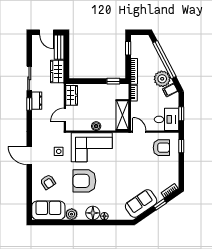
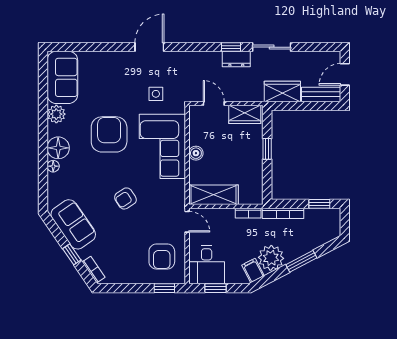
window: (164, 60) -> (301, 261), width x0.47
window: (113, 81) -> (267, 149), moved
door: (139, 132) -> (187, 222), hinge flipped
armchair: (48, 182) -> (125, 198), moved

